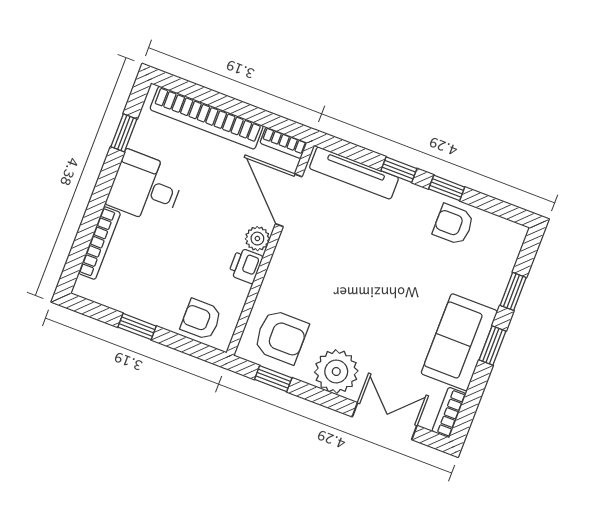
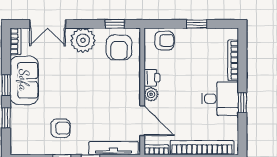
window: (124, 133) -> (242, 103), moved
armchair: (453, 224) -> (61, 128), moved
armchair: (281, 337) -> (119, 47), turned -90

